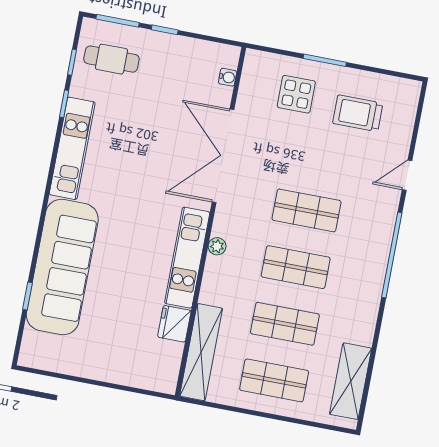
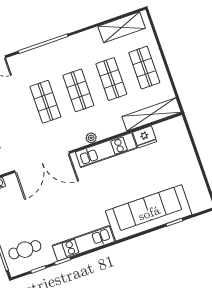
cafe table: (111, 59) -> (25, 250), turned 90

